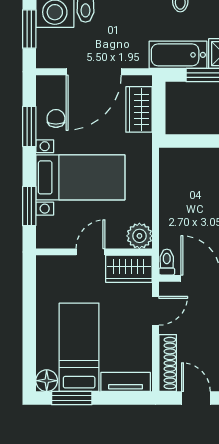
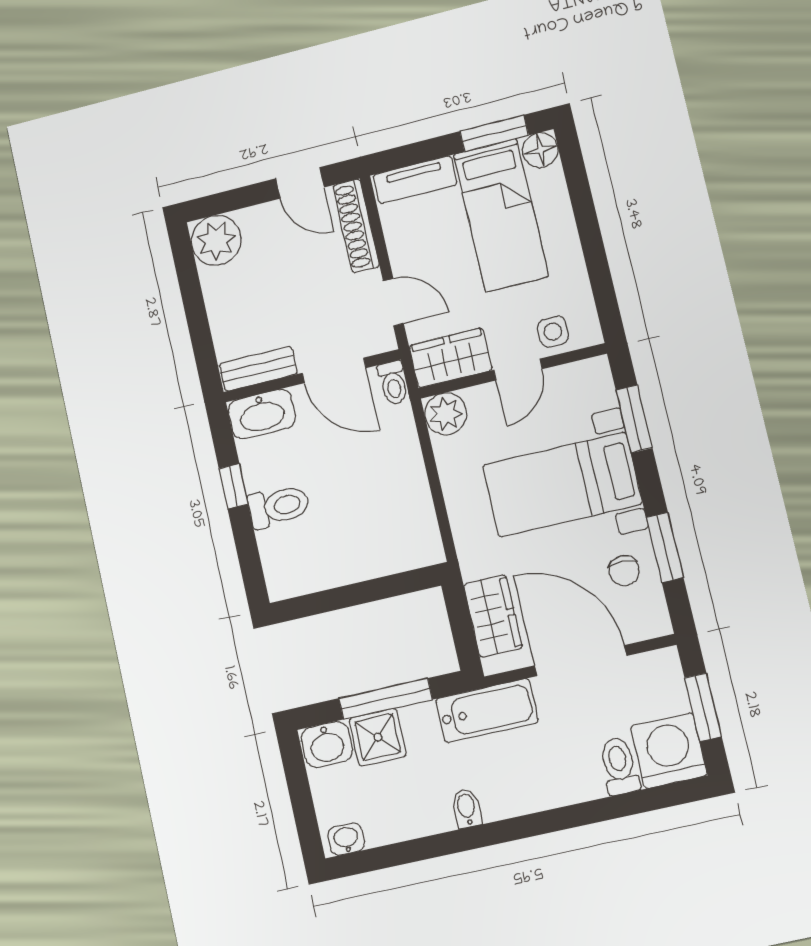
bathtub: (178, 55) -> (487, 711), moved
door: (94, 72) -> (581, 661), hinge flipped
side table: (65, 270) -> (553, 332), added
door: (156, 311) -> (393, 302), swing flipped

